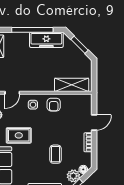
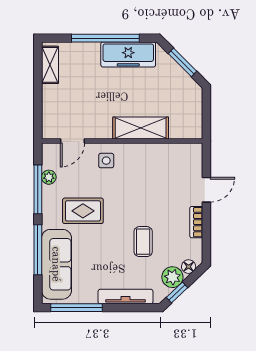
shelving: (72, 85) -> (141, 128), moved
armchair: (54, 105) -> (140, 160), removed

